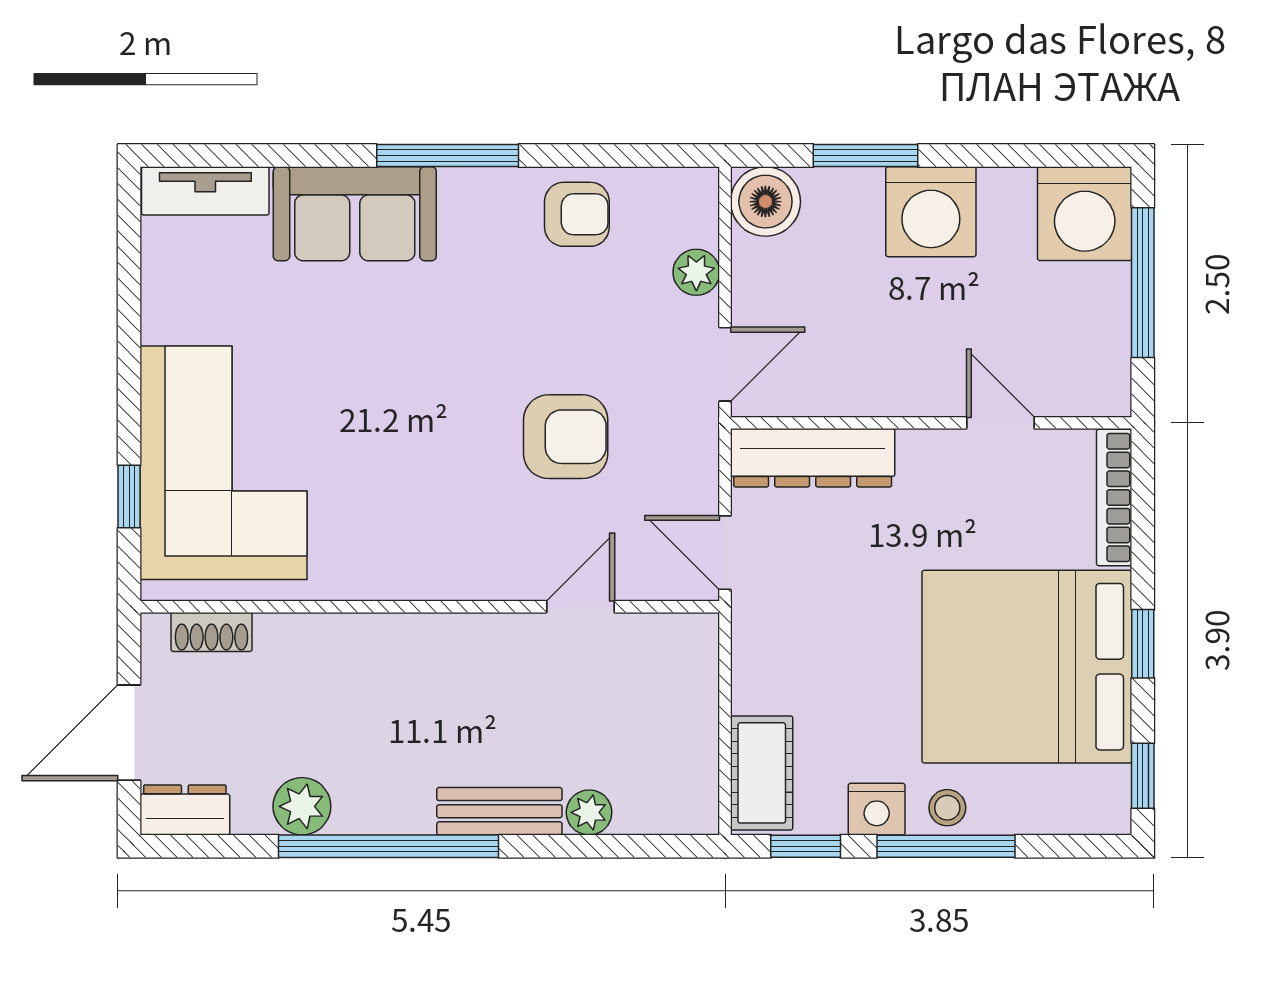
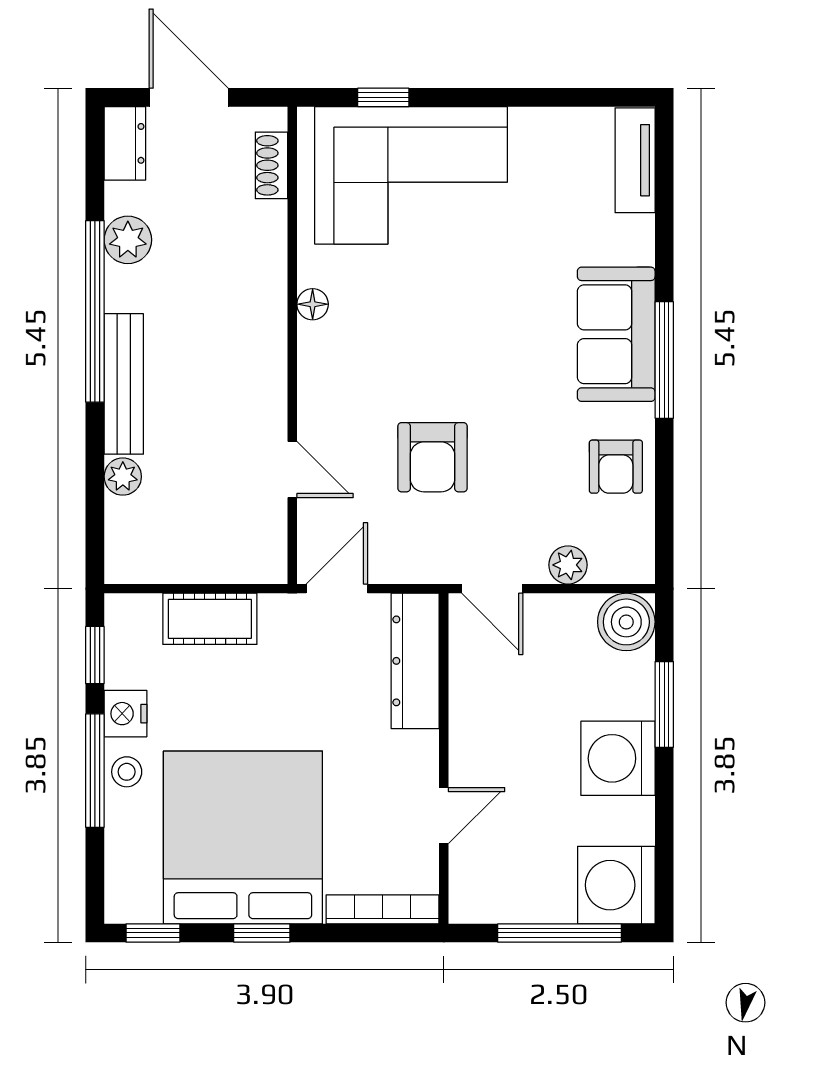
sofa: (355, 214) -> (616, 334), moved
floor lamp: (380, 582) -> (313, 304), added
cot: (762, 773) -> (210, 619), moved
bench: (499, 811) -> (124, 384), width x1.36

